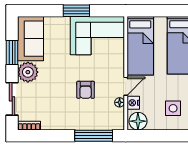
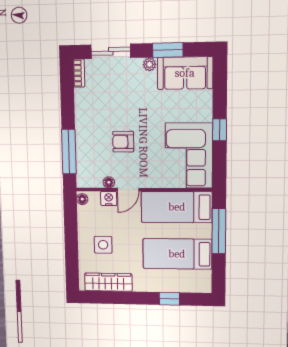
window: (76, 11) -> (220, 130), width x0.67
window: (160, 11) -> (219, 231), added
plant: (28, 72) -> (149, 64), width x0.53, depth x0.53
door: (126, 86) -> (128, 190), hinge flipped
floor lamp: (138, 121) -> (82, 199), width x0.53, depth x0.53

